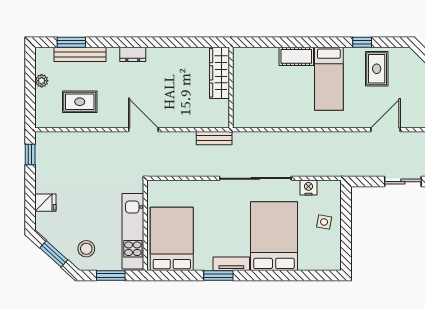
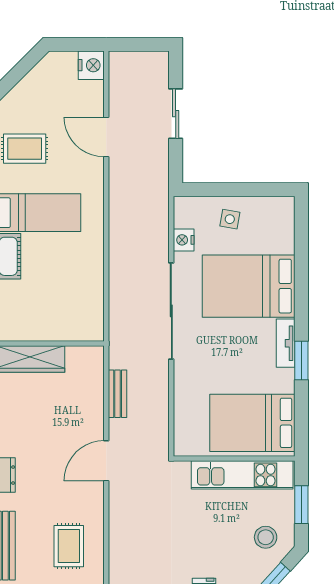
bench: (214, 138) -> (118, 394), moved

